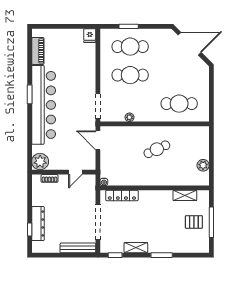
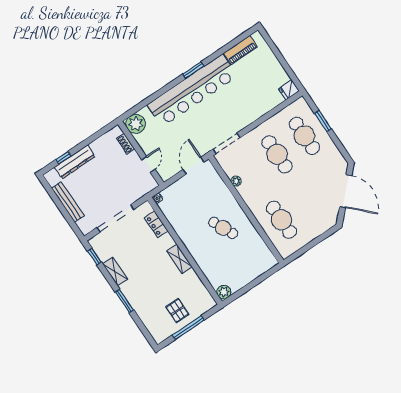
plant: (203, 165) -> (224, 292), moved
door: (75, 172) -> (148, 164), swing flipped
locker: (122, 195) -> (156, 224), width x0.66
shelving: (185, 195) -> (179, 259), moved
bench: (78, 248) -> (68, 202), moved

